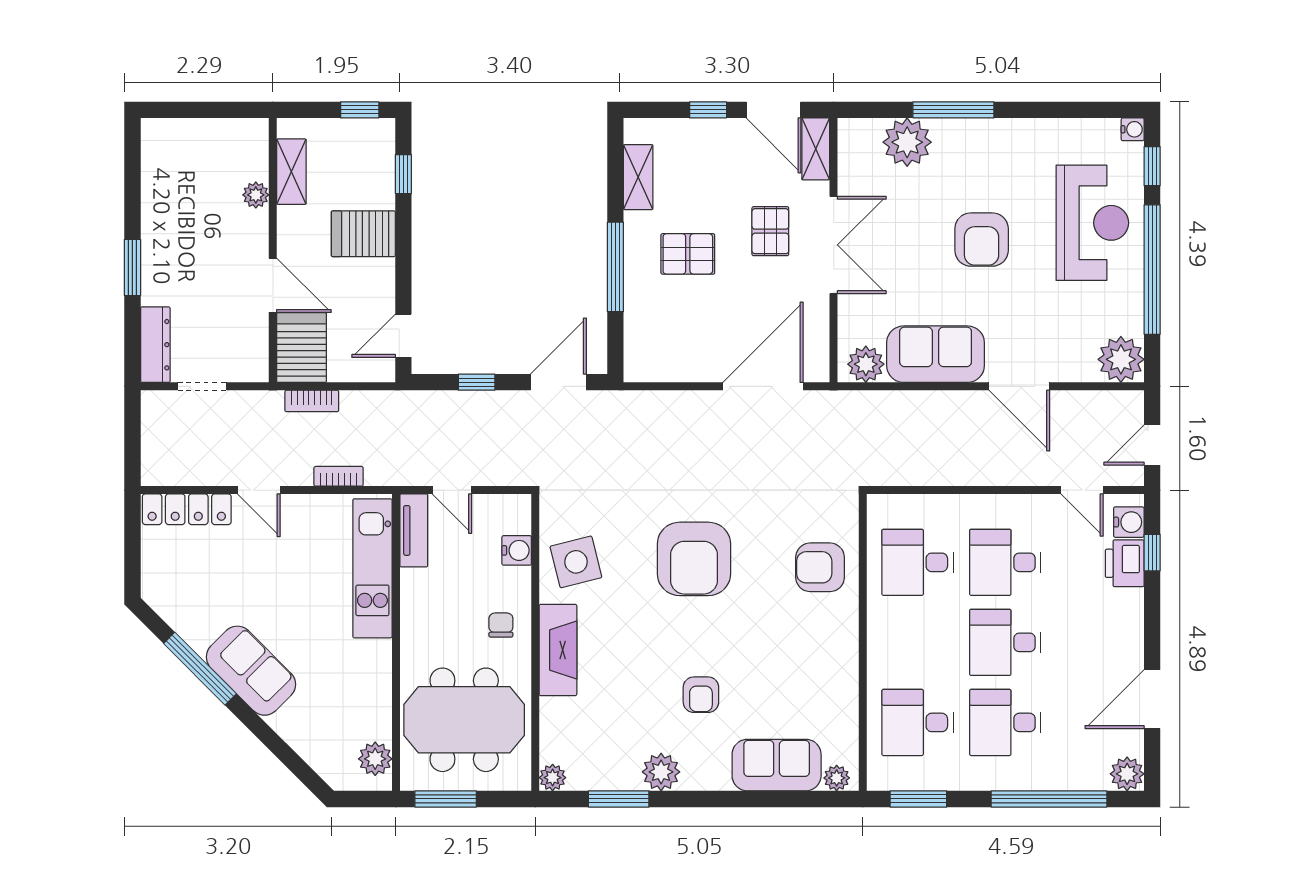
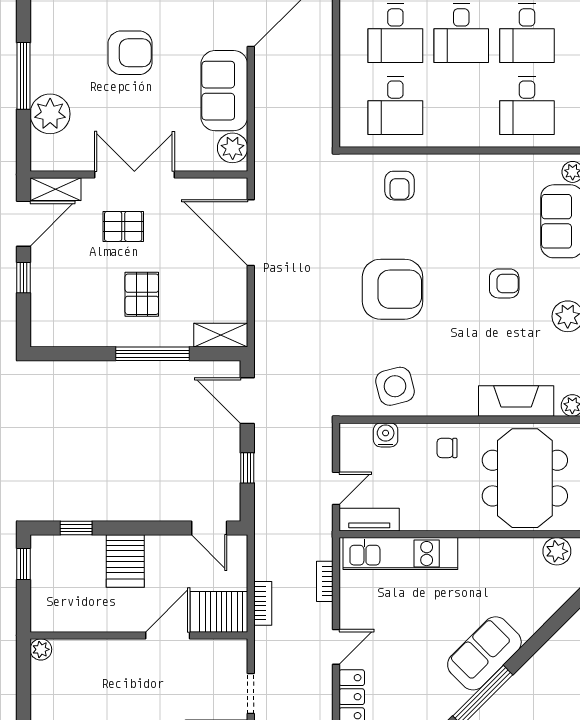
shelving: (291, 172) -> (74, 620), removed
shelving: (638, 177) -> (221, 335), moved
plant: (256, 195) -> (41, 649), moved
armchair: (820, 567) -> (399, 186), width x0.72, depth x0.72
fireplace: (558, 650) -> (516, 401), moved

